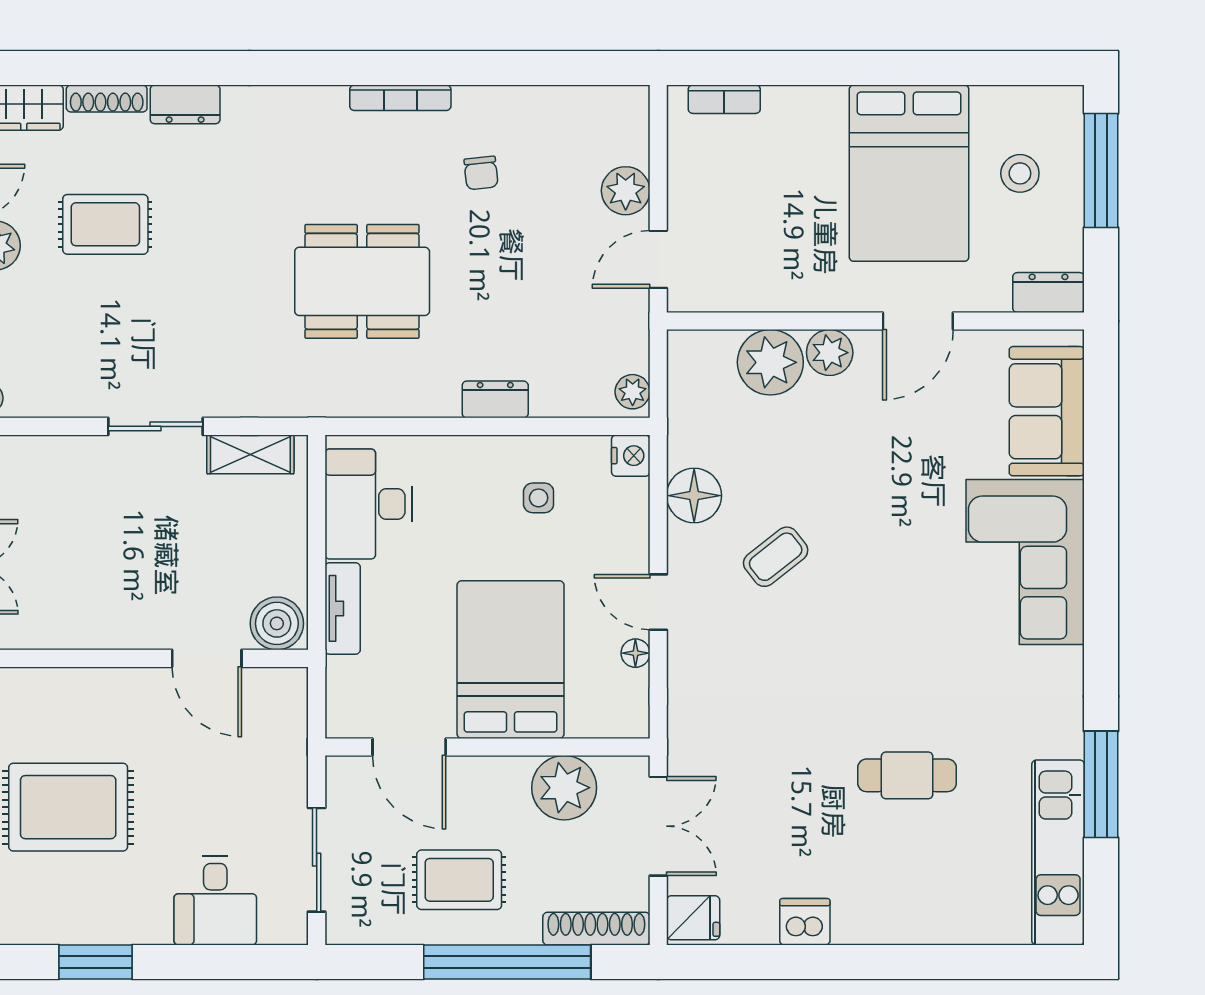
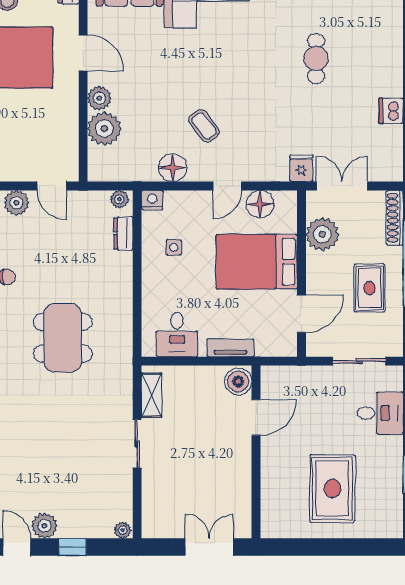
rug: (105, 224) -> (34, 469), removed
dresser: (495, 399) -> (123, 233), moved
desk: (368, 504) -> (177, 335), width x0.73
floor lamp: (635, 653) -> (260, 204), width x1.89, depth x1.89
fridge: (693, 918) -> (301, 168), moved

